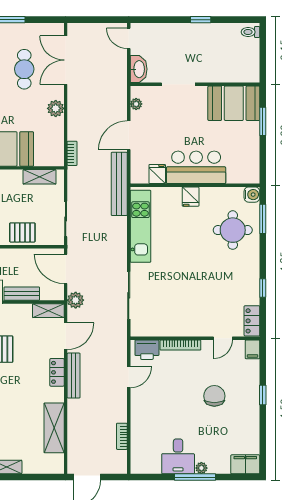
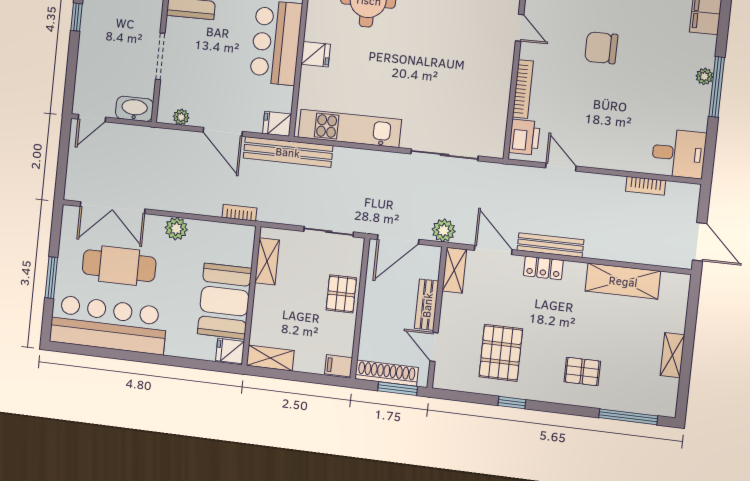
cafe table: (24, 69) -> (119, 266), width x1.37, depth x1.35
fridge: (157, 174) -> (277, 124), moved
desk: (178, 456) -> (679, 153), moved

